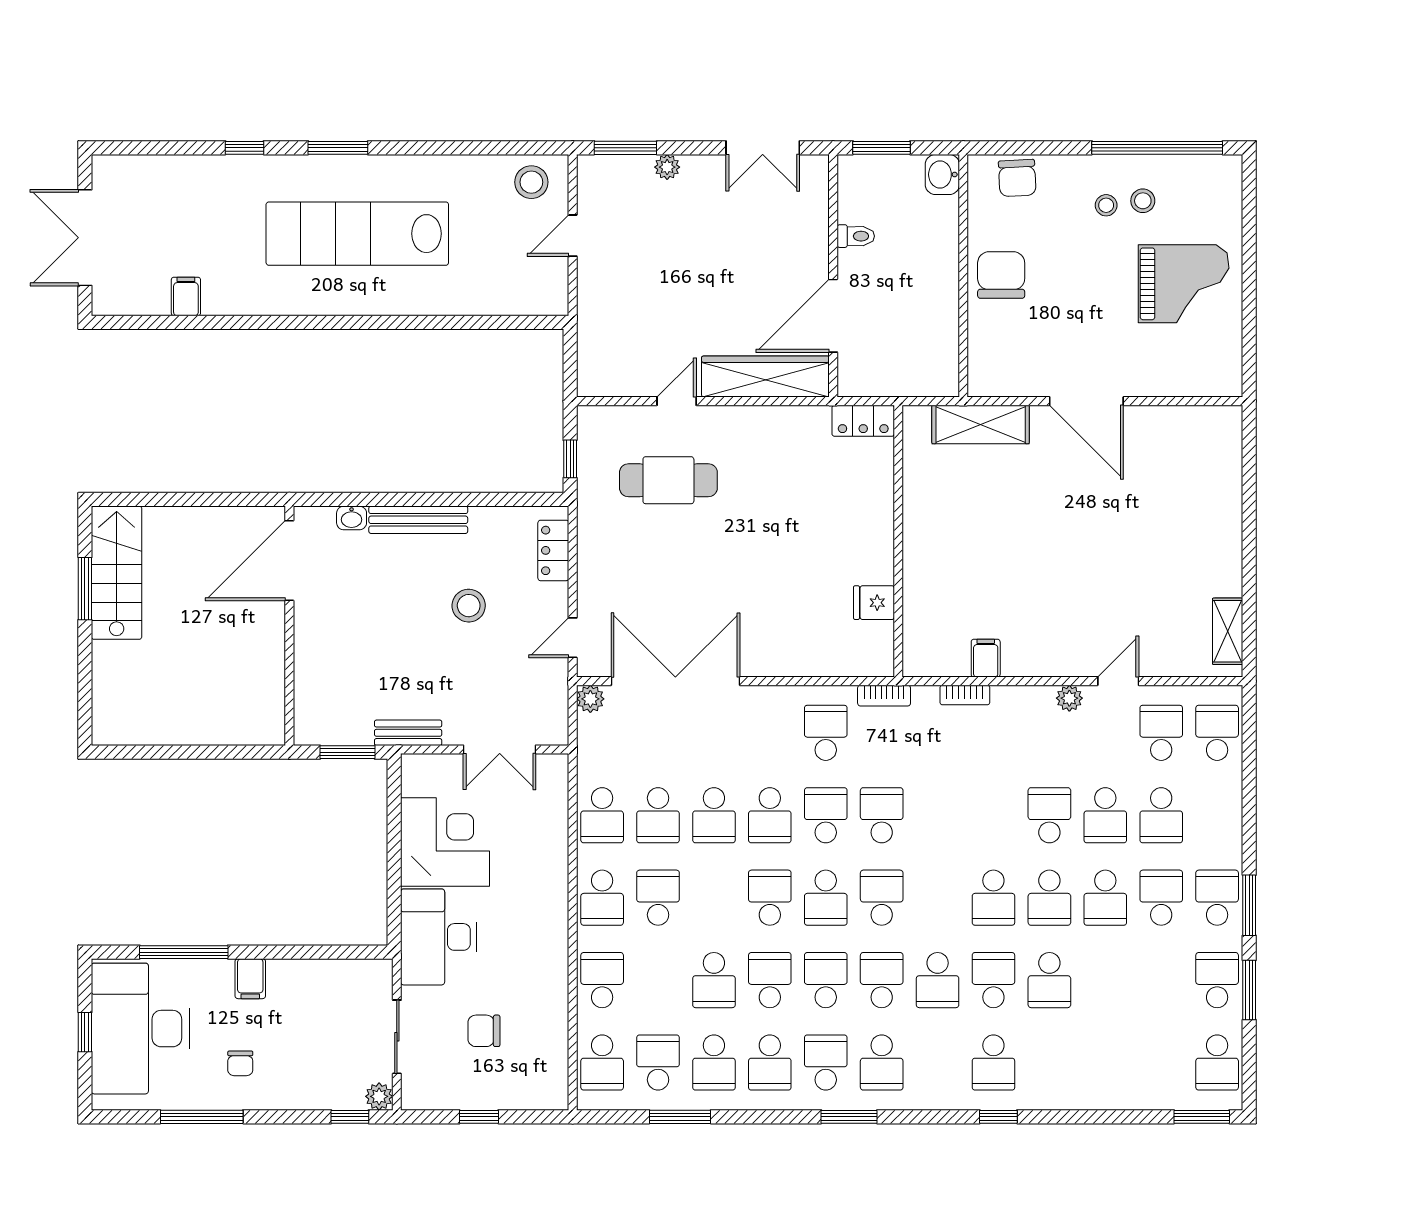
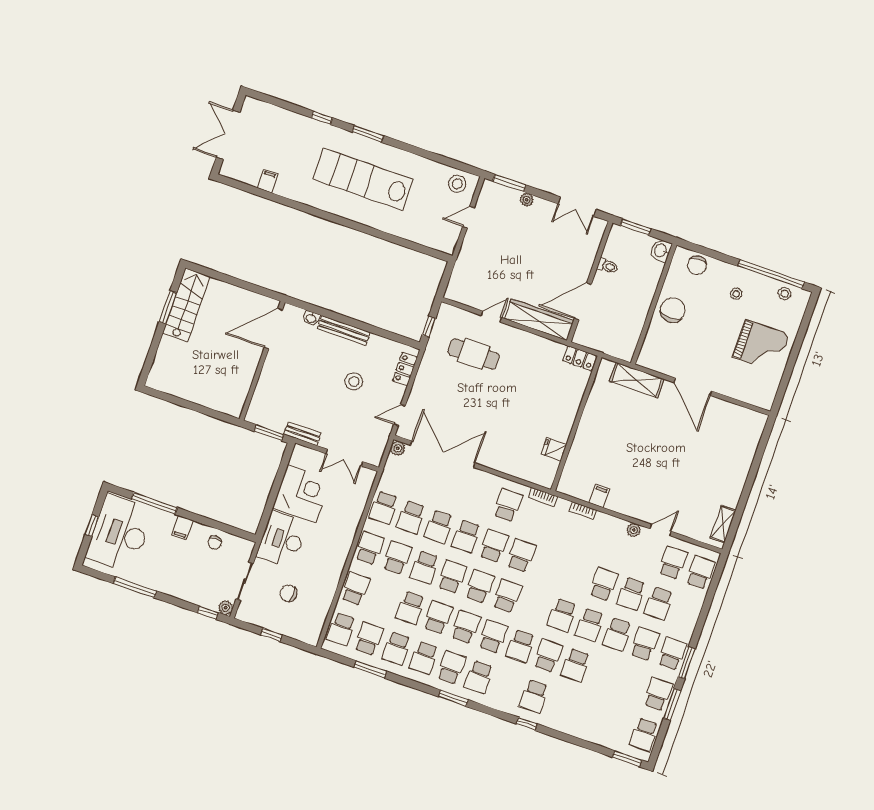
stool: (1143, 201) -> (785, 294), moved
school desk: (602, 898) -> (369, 548), turned 180
school desk: (714, 898) -> (424, 567), added
school desk: (826, 898) -> (480, 586), turned 180
chair: (240, 1063) -> (215, 543), moved

